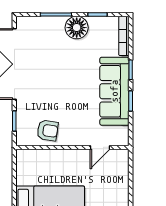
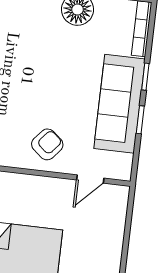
armchair: (47, 130) -> (47, 144), moved, turned -58

